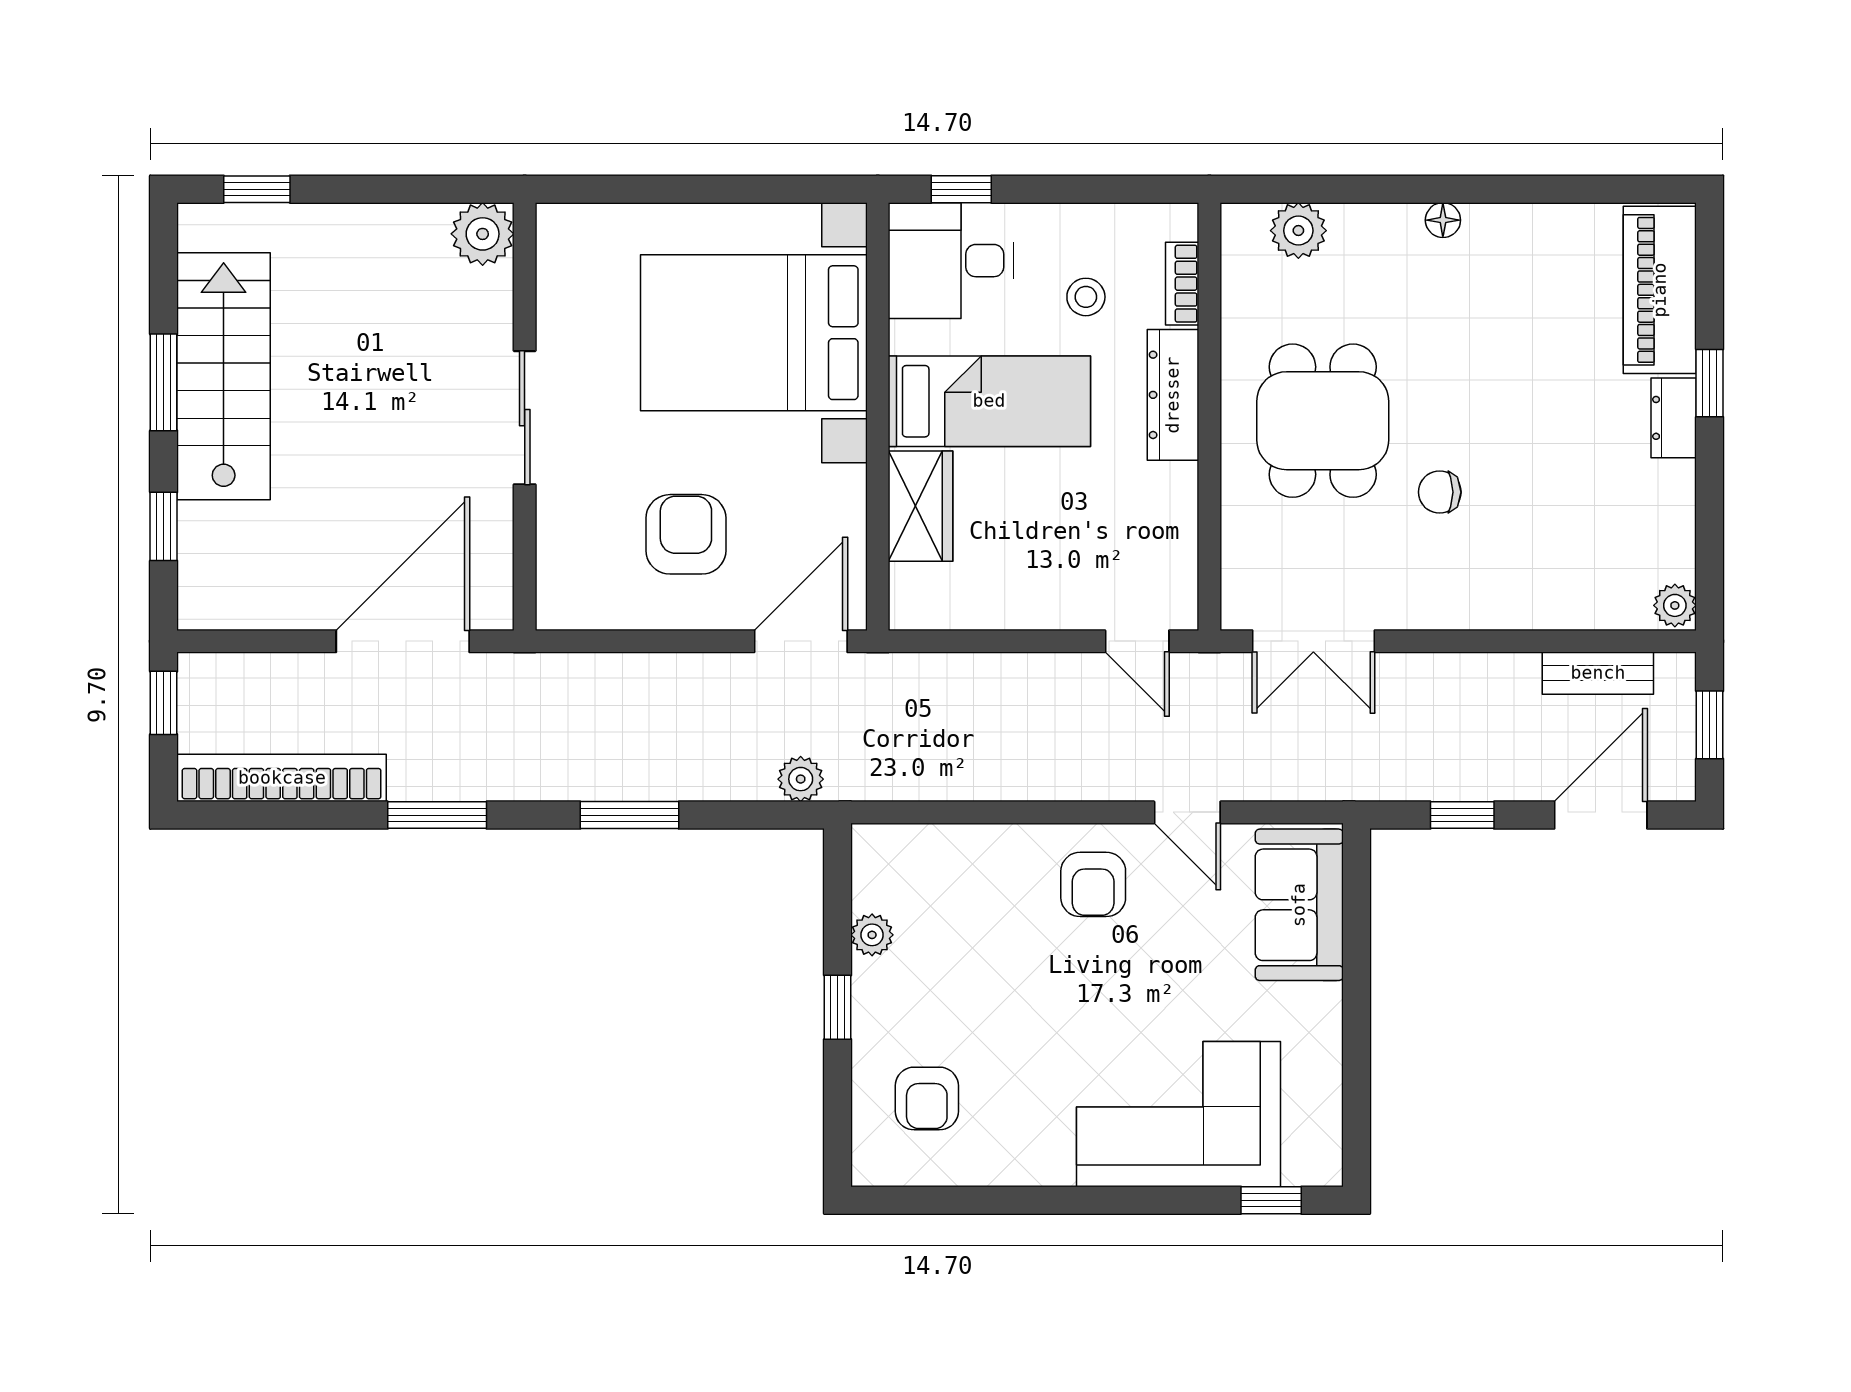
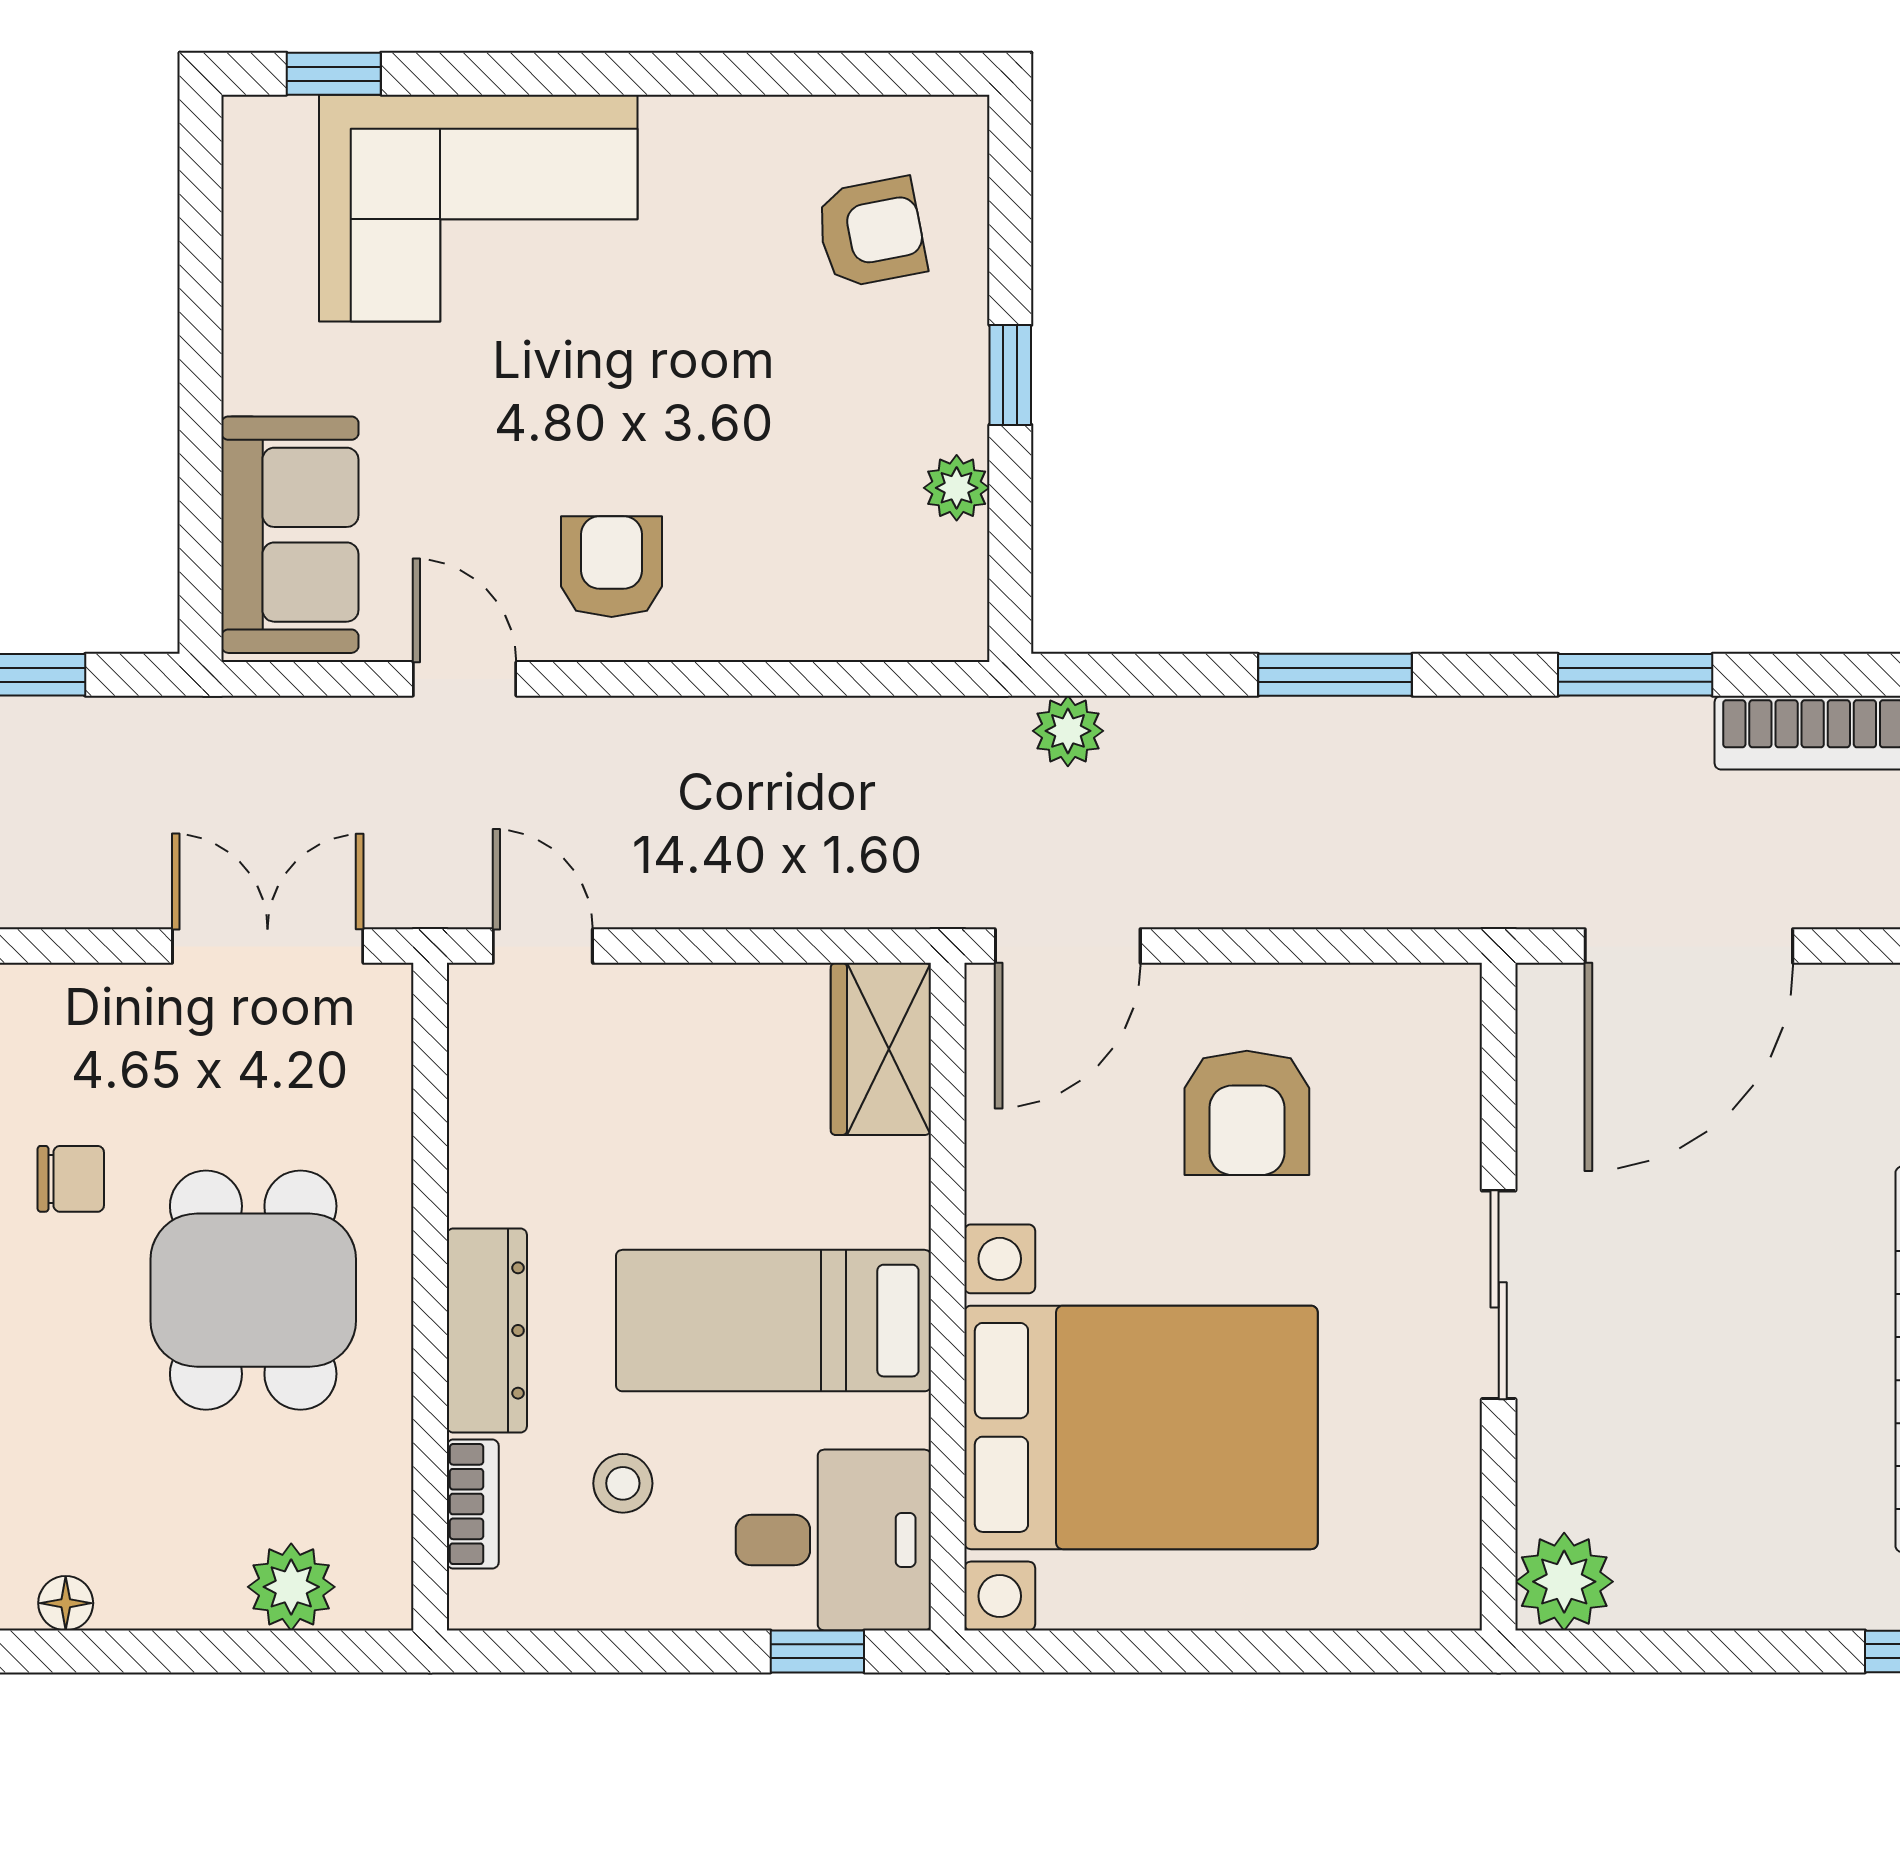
wardrobe: (920, 506) -> (881, 1049), moved
armchair: (927, 1098) -> (871, 233), turned 79

